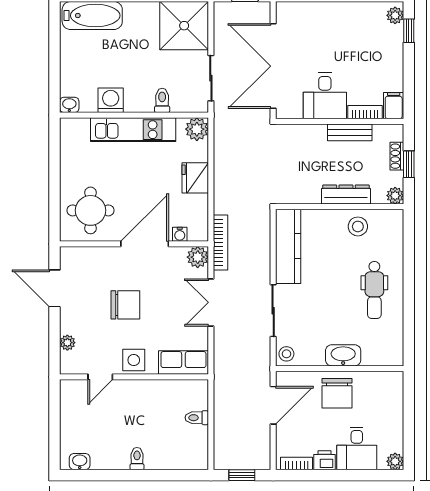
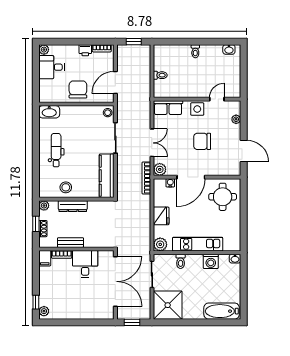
washbasin: (343, 355) -> (49, 112), moved
desk: (357, 448) -> (52, 67), moved, turned -90

